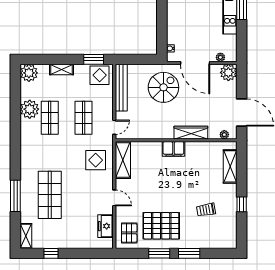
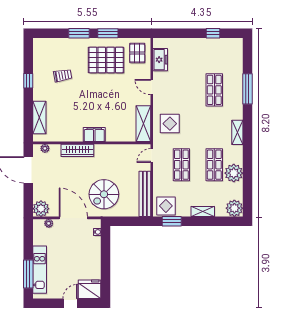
shop shelf: (50, 195) -> (214, 90), width x0.70, depth x0.74
shelving: (26, 236) -> (237, 132), moved

